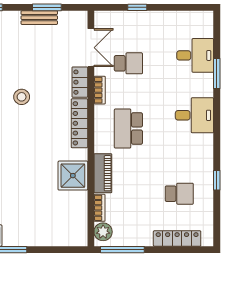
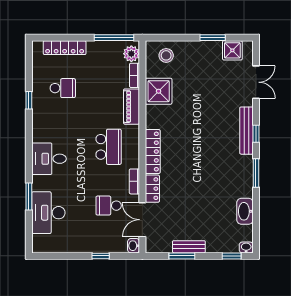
washbasin: (101, 19) -> (134, 246), added
desk: (195, 55) -> (48, 213), width x1.37
stool: (22, 97) -> (166, 55), moved
shower: (73, 176) -> (159, 91), moved
school desk: (179, 194) -> (63, 88), turned 180

